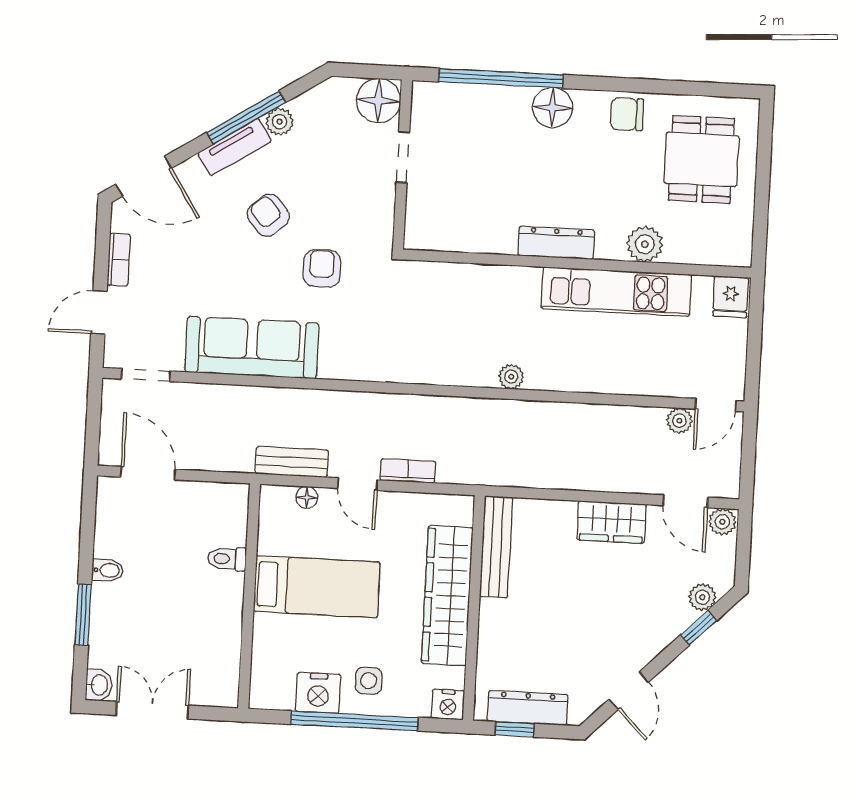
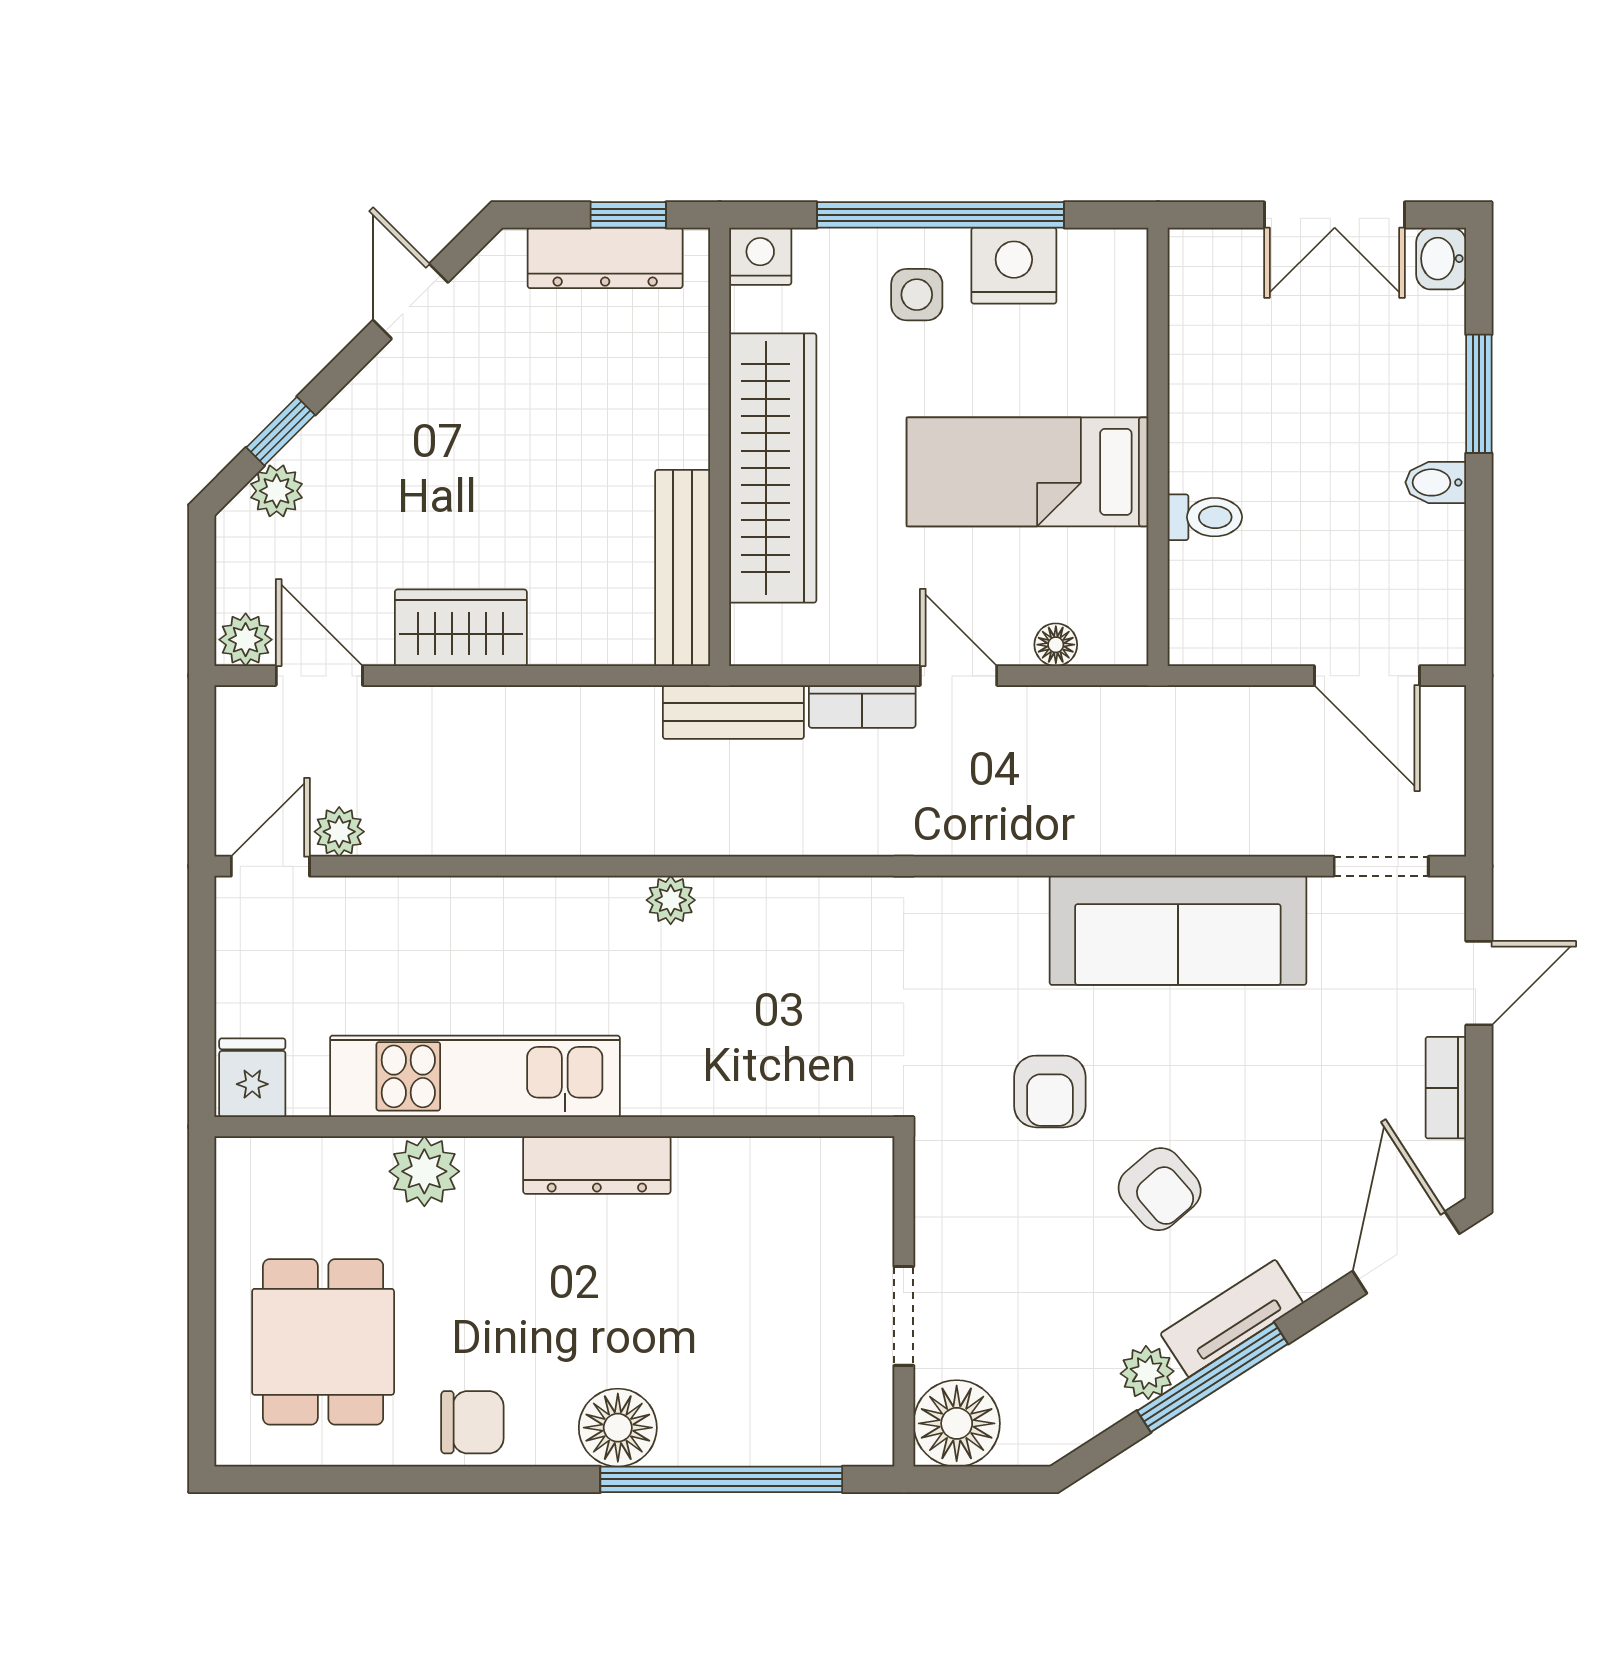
door: (144, 176) -> (1406, 1252), hinge flipped
bench: (292, 462) -> (733, 712), moved

